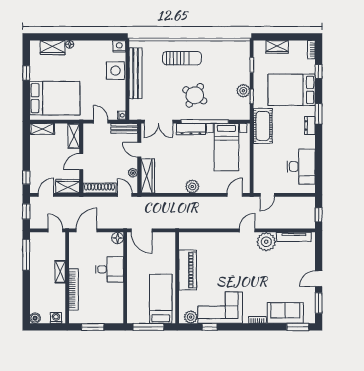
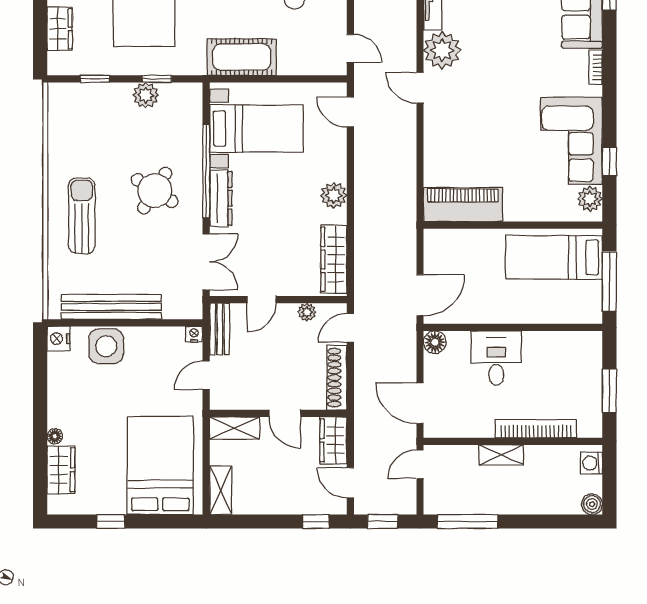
cot: (263, 126) -> (242, 57), moved
wardrobe: (148, 176) -> (334, 259), moved, turned -90
piano: (188, 270) -> (463, 205), moved

